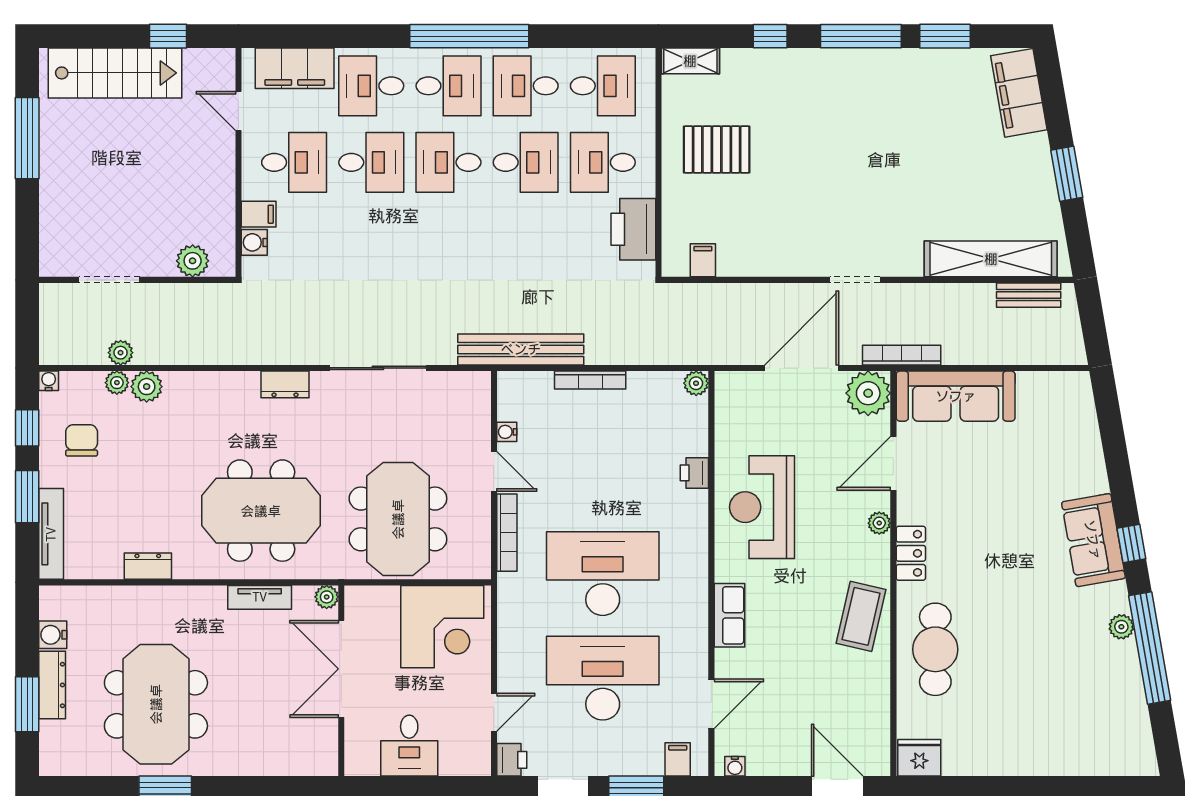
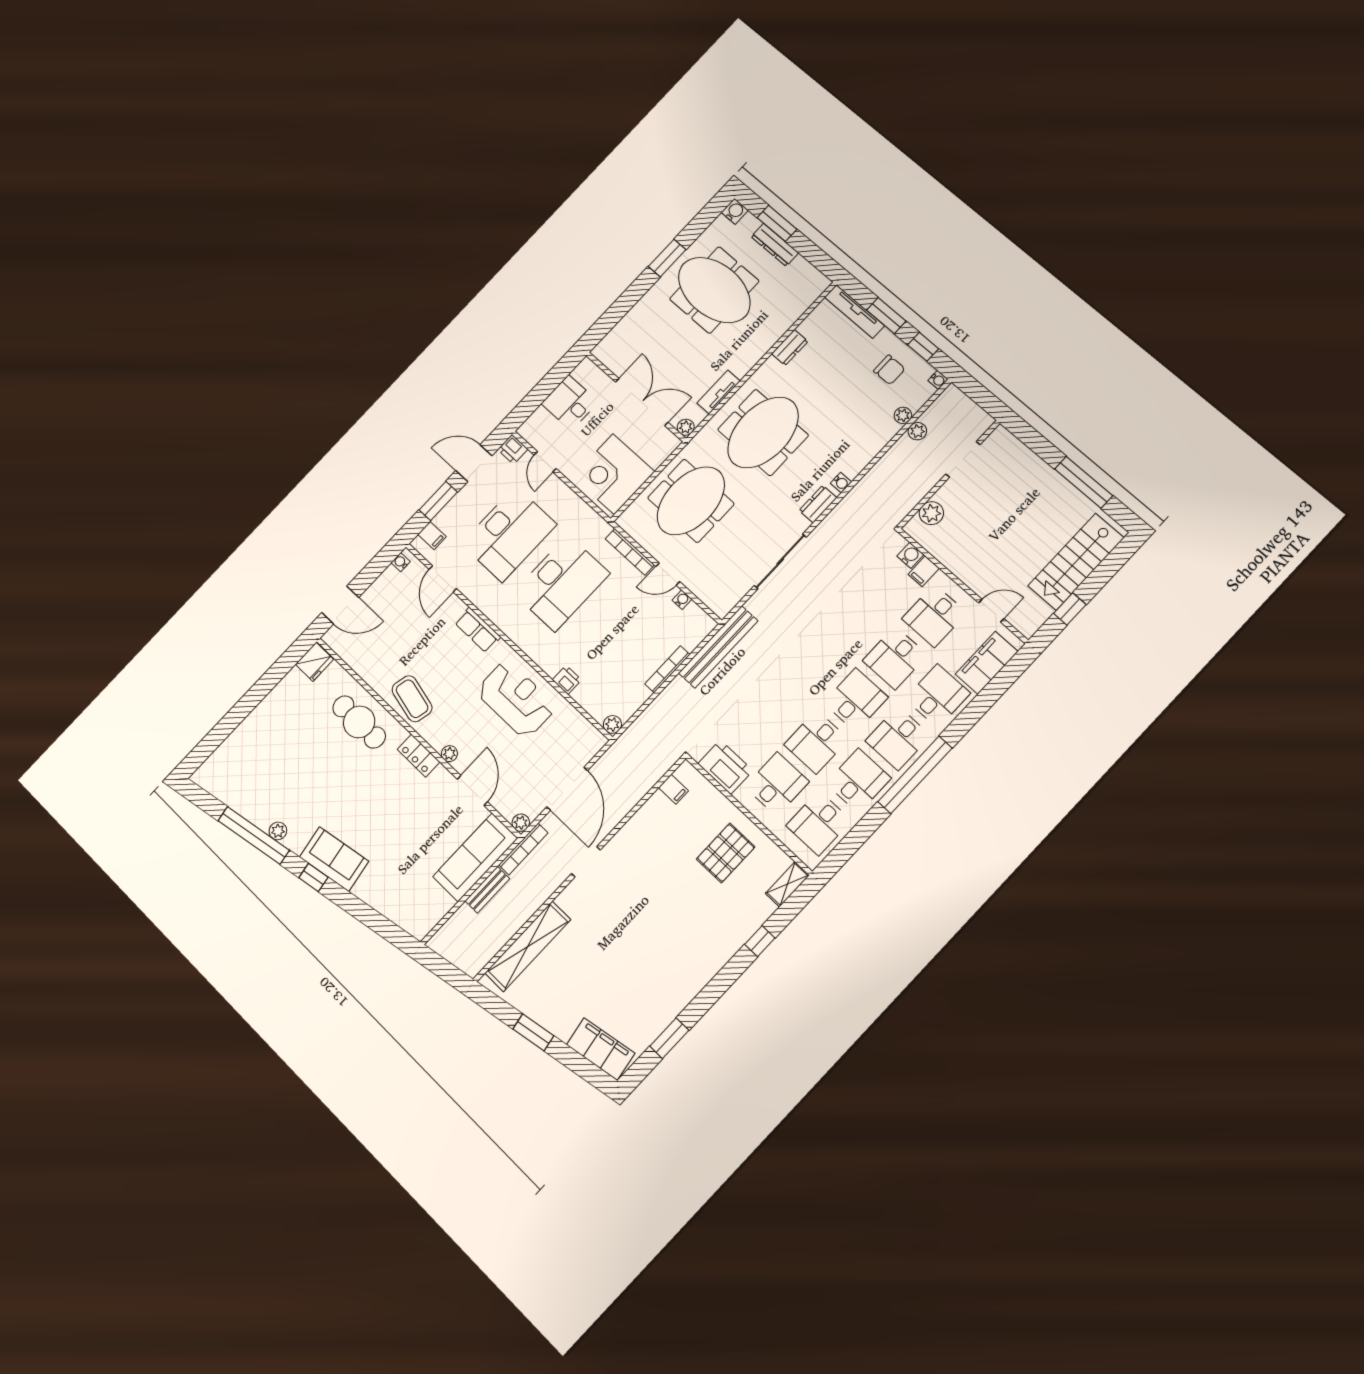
window: (861, 36) -> (713, 992), removed
bench: (1029, 295) -> (487, 890), moved
water cooler: (242, 381) -> (841, 483), added
plant: (147, 387) -> (886, 429), removed
plant: (868, 393) -> (521, 823), width x0.53, depth x0.53
meeting table: (398, 519) -> (691, 501), turned 90
water cooler: (53, 635) -> (735, 211), moved

